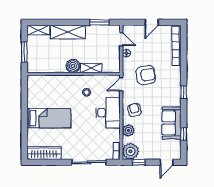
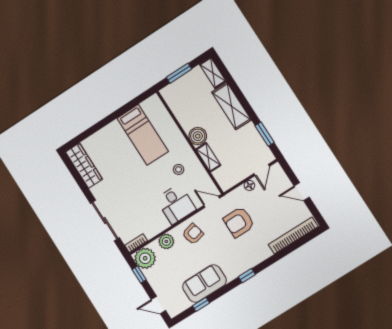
armchair: (146, 75) -> (239, 222), turned 100
desk: (108, 113) -> (176, 204), width x0.73
bed: (49, 118) -> (143, 135), moved

